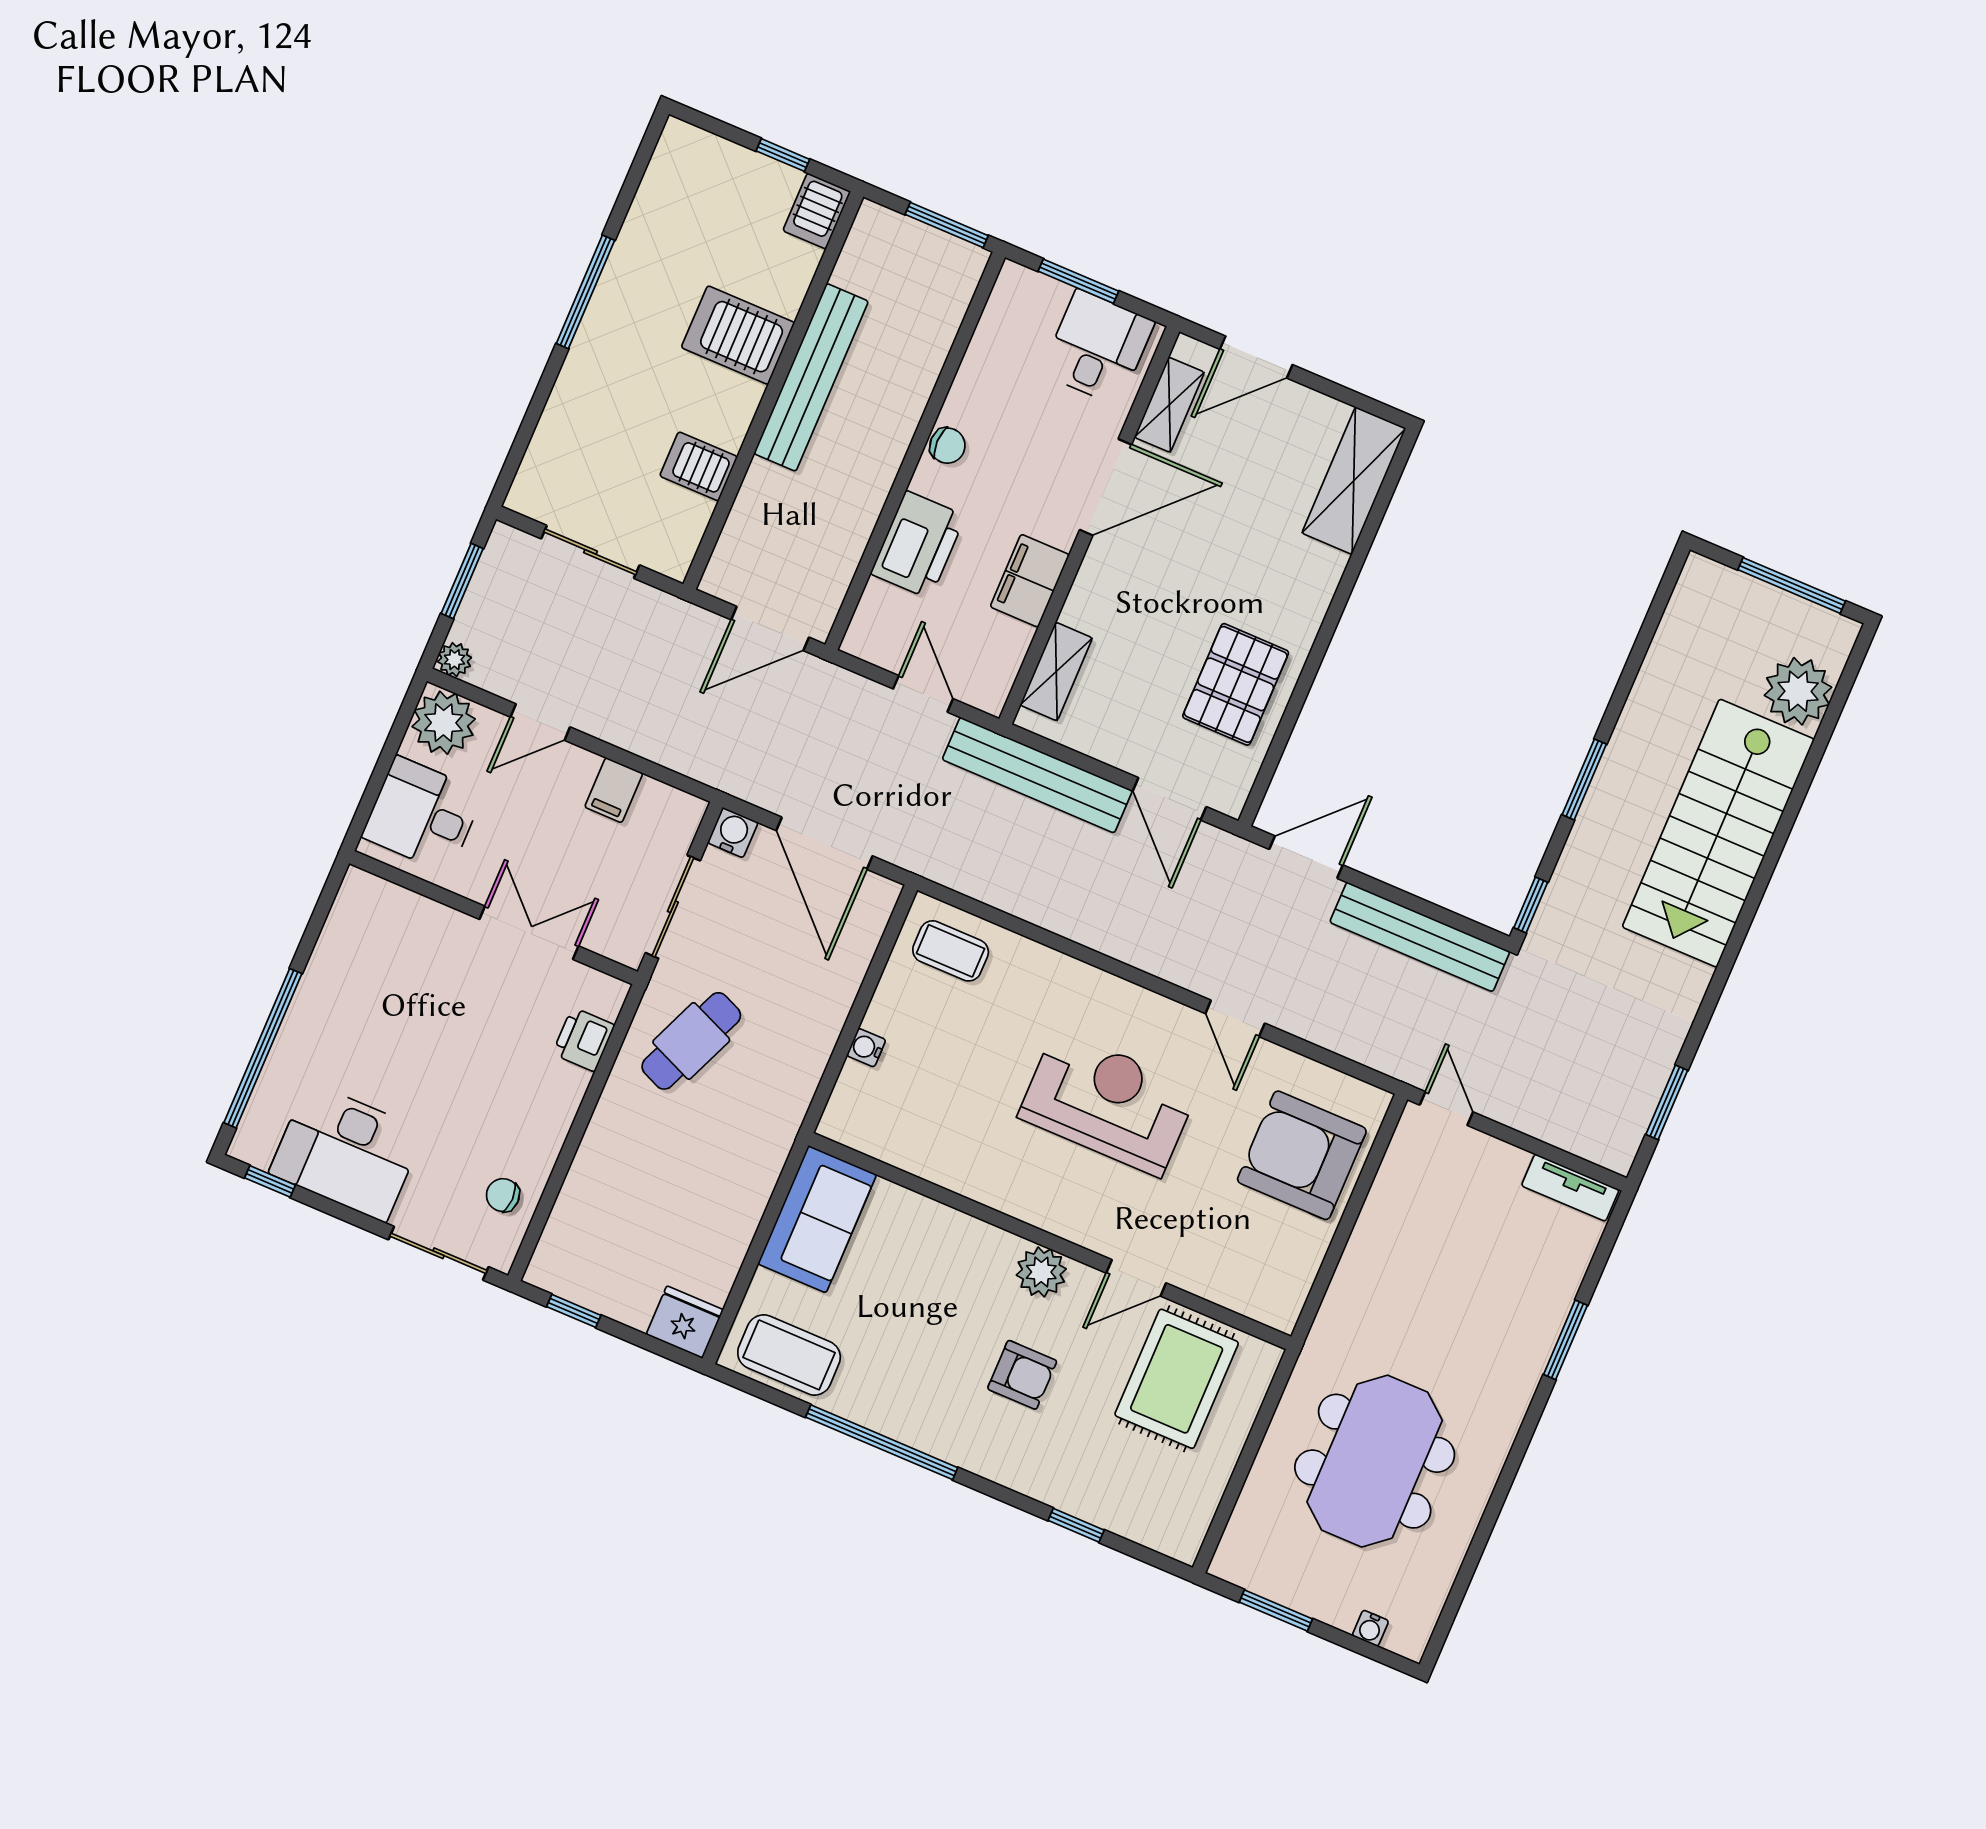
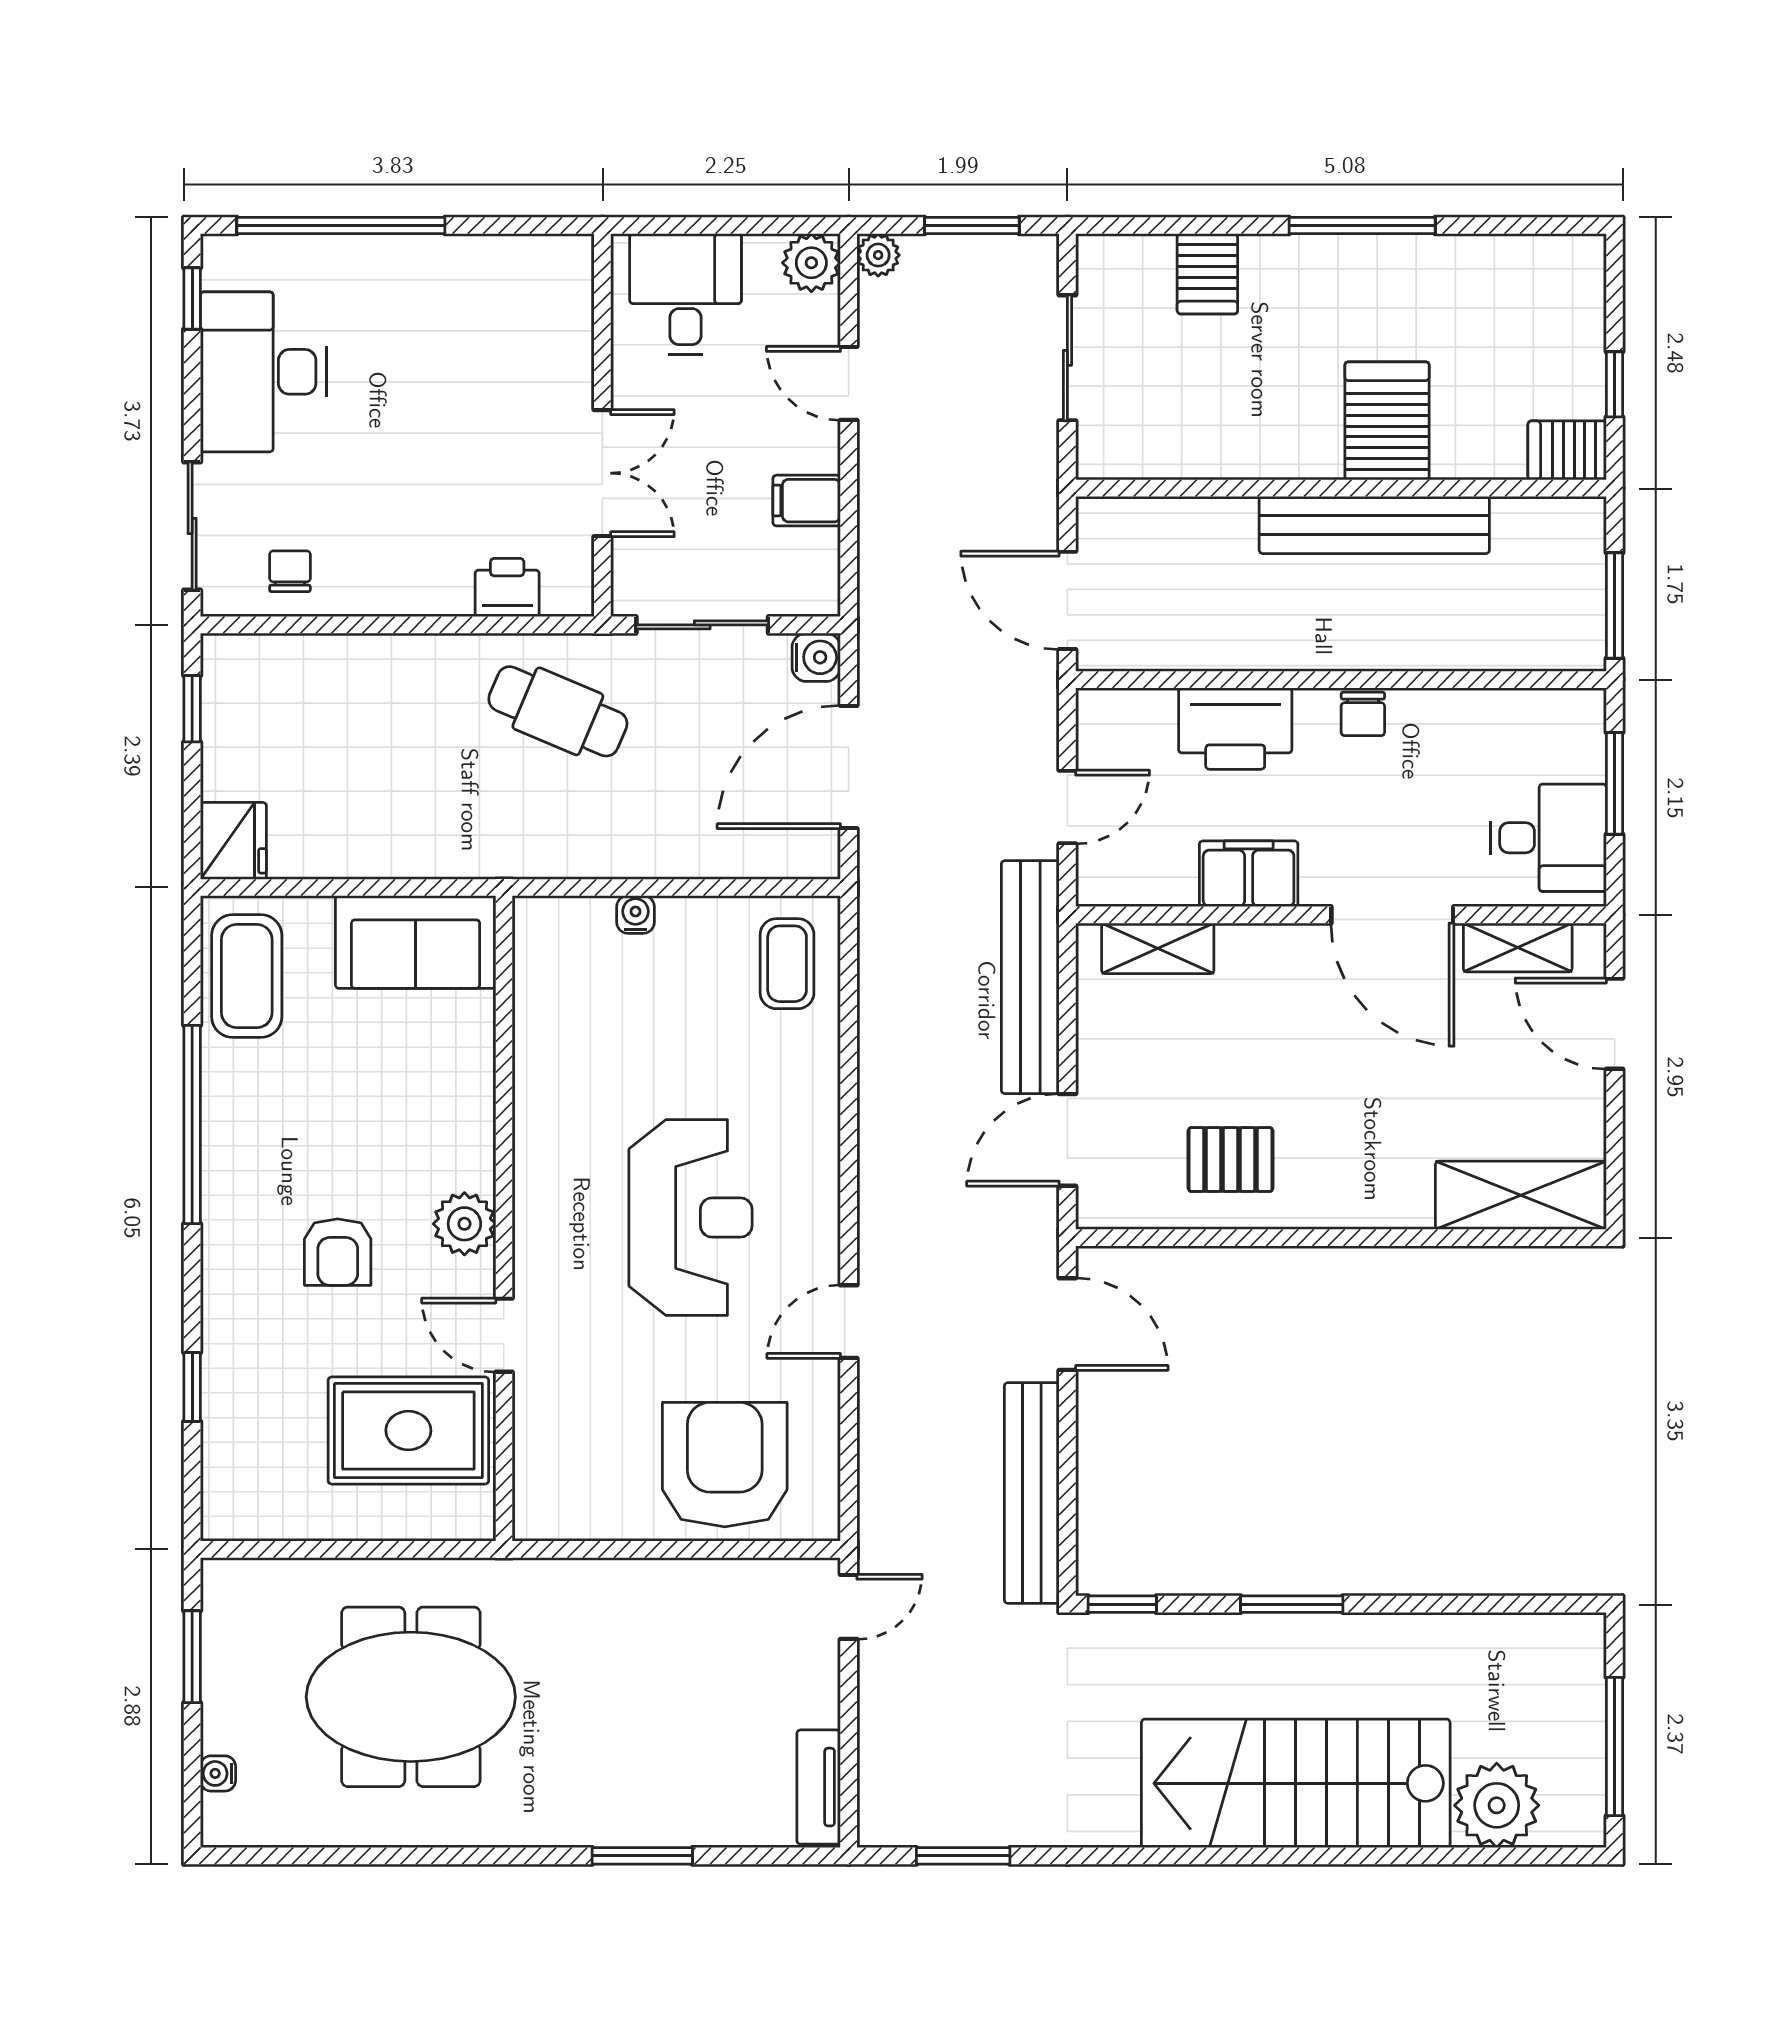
server rack: (699, 466) -> (1207, 274), moved, turned 180
pallet: (1236, 684) -> (1231, 1160), width x0.67, depth x0.71
plant: (444, 723) -> (811, 263), width x0.73, depth x0.73

